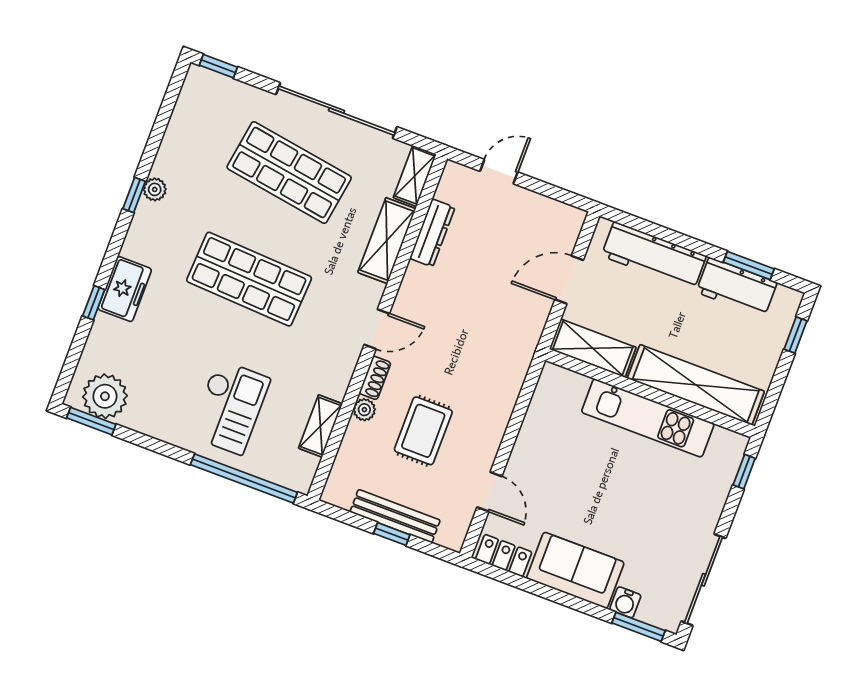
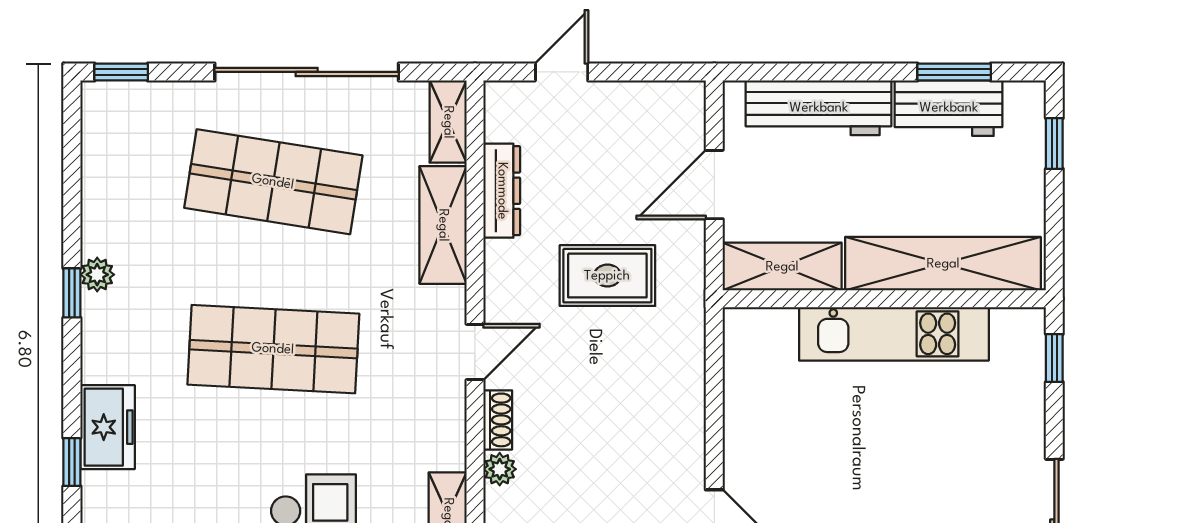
rug: (423, 431) -> (607, 276), moved, turned 90

